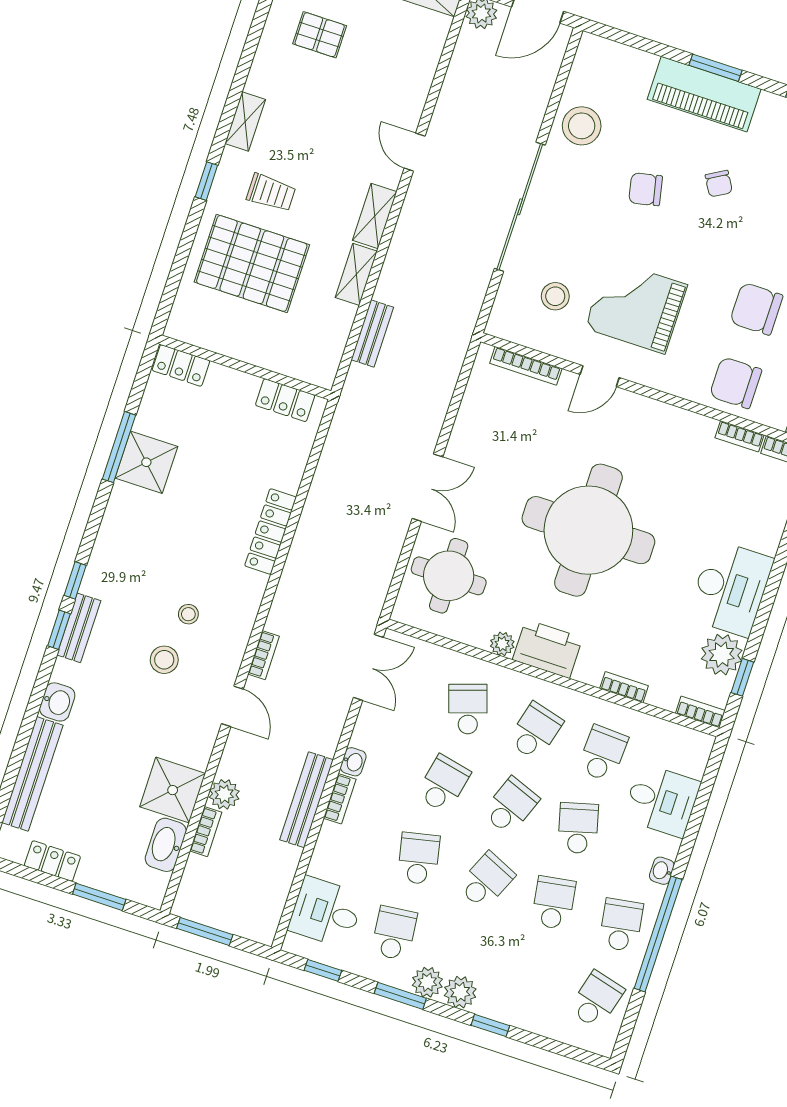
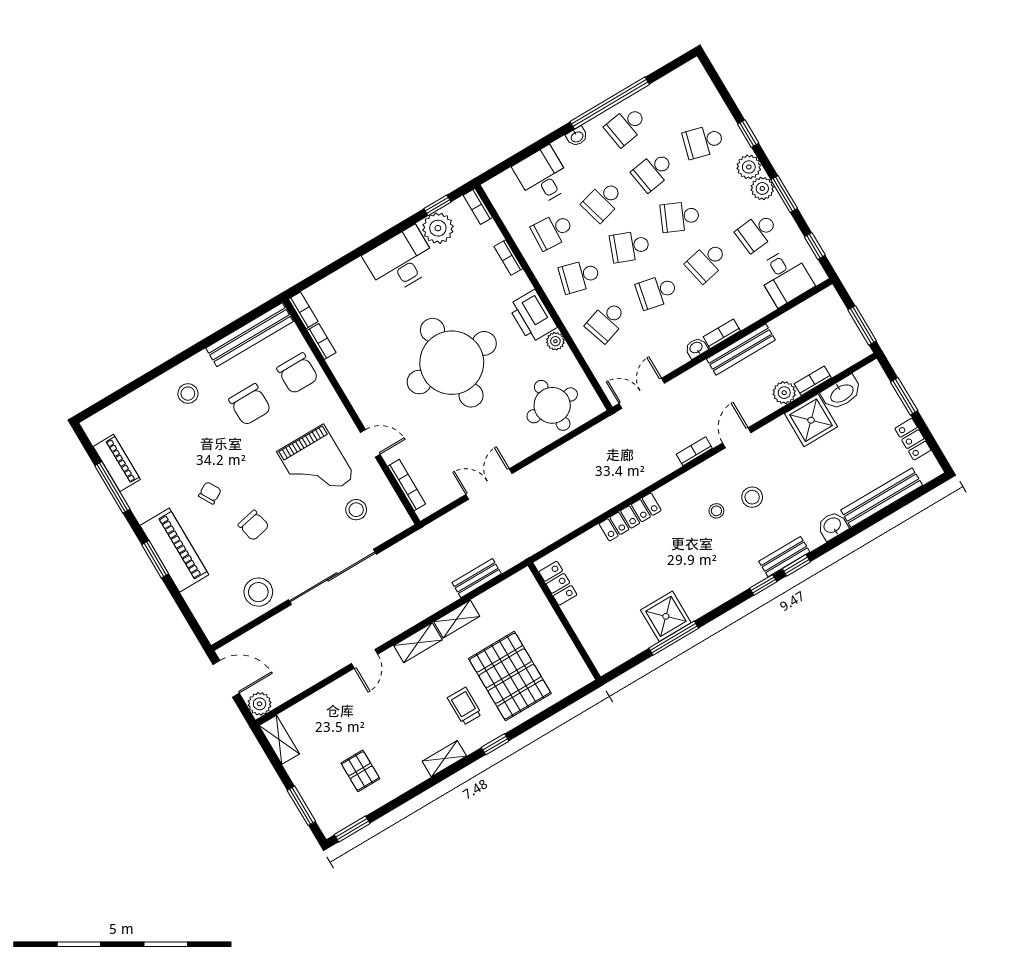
locker: (181, 365) -> (599, 654), removed
double door: (427, 488) -> (489, 484), moved
school desk: (596, 1000) -> (703, 142), moved

